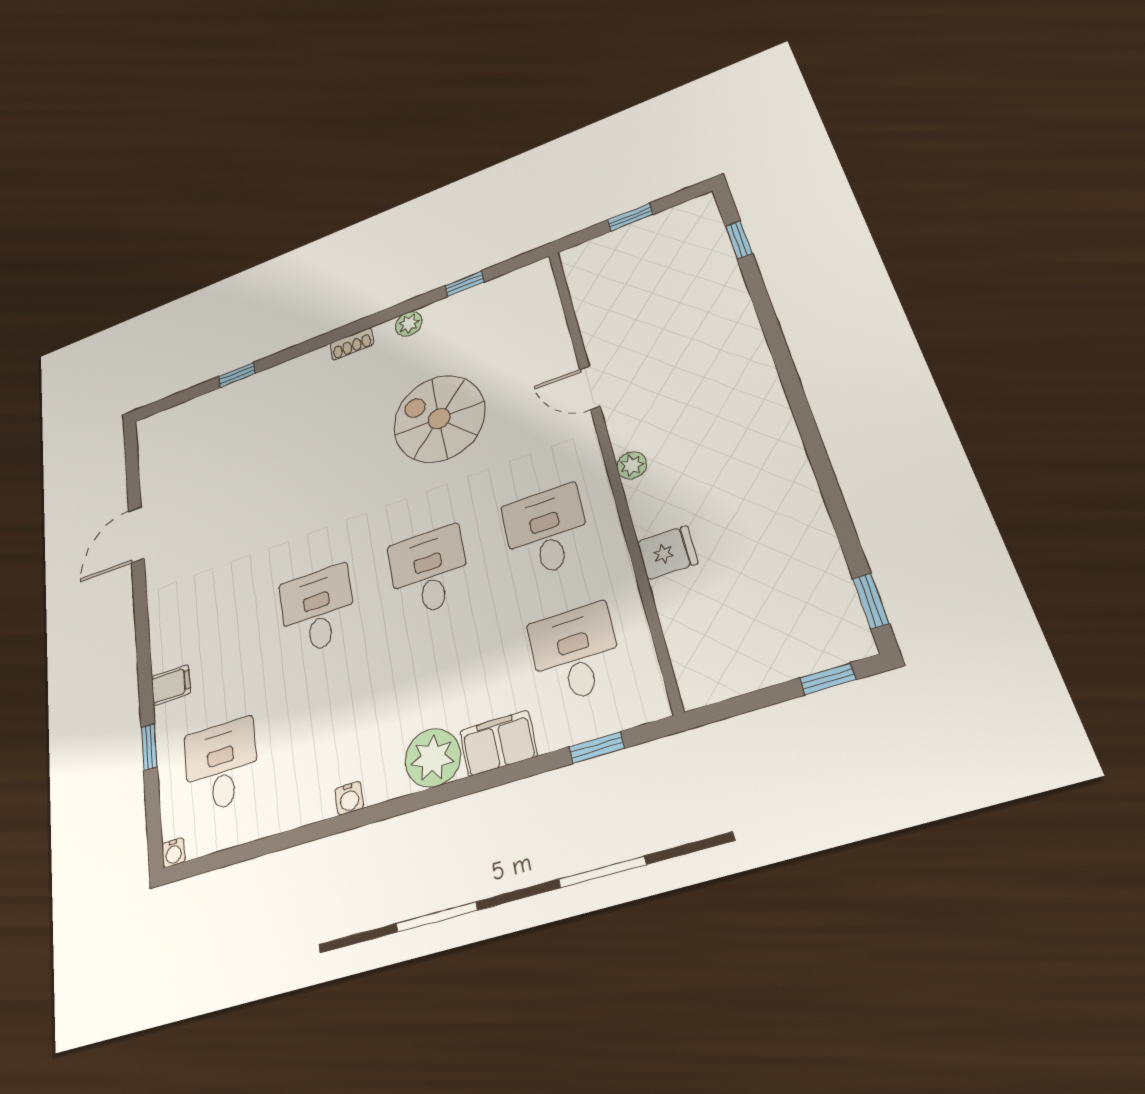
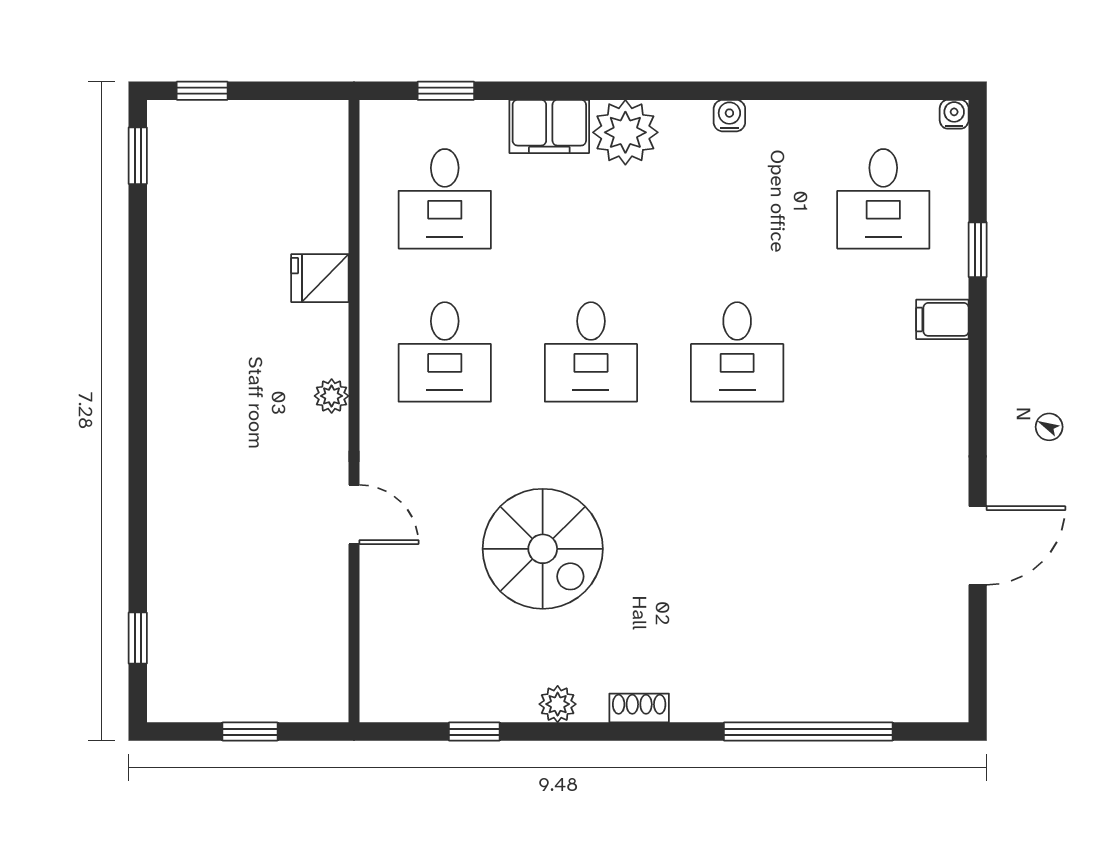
window: (237, 375) -> (808, 732), width x3.17

